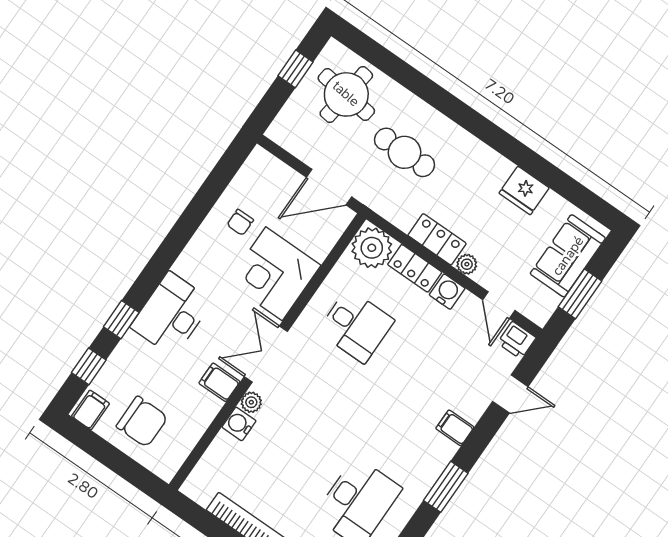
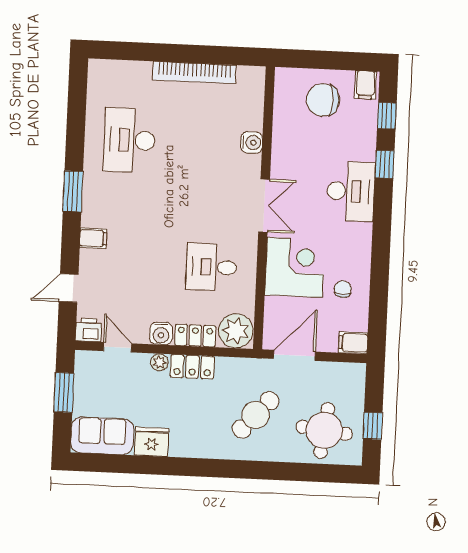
cafe table: (405, 152) -> (256, 415), turned -48
sofa: (568, 256) -> (102, 436), moved, turned -90
filing cabinet: (219, 382) -> (353, 343), moved, turned 180
plant: (251, 402) -> (253, 164), removed

